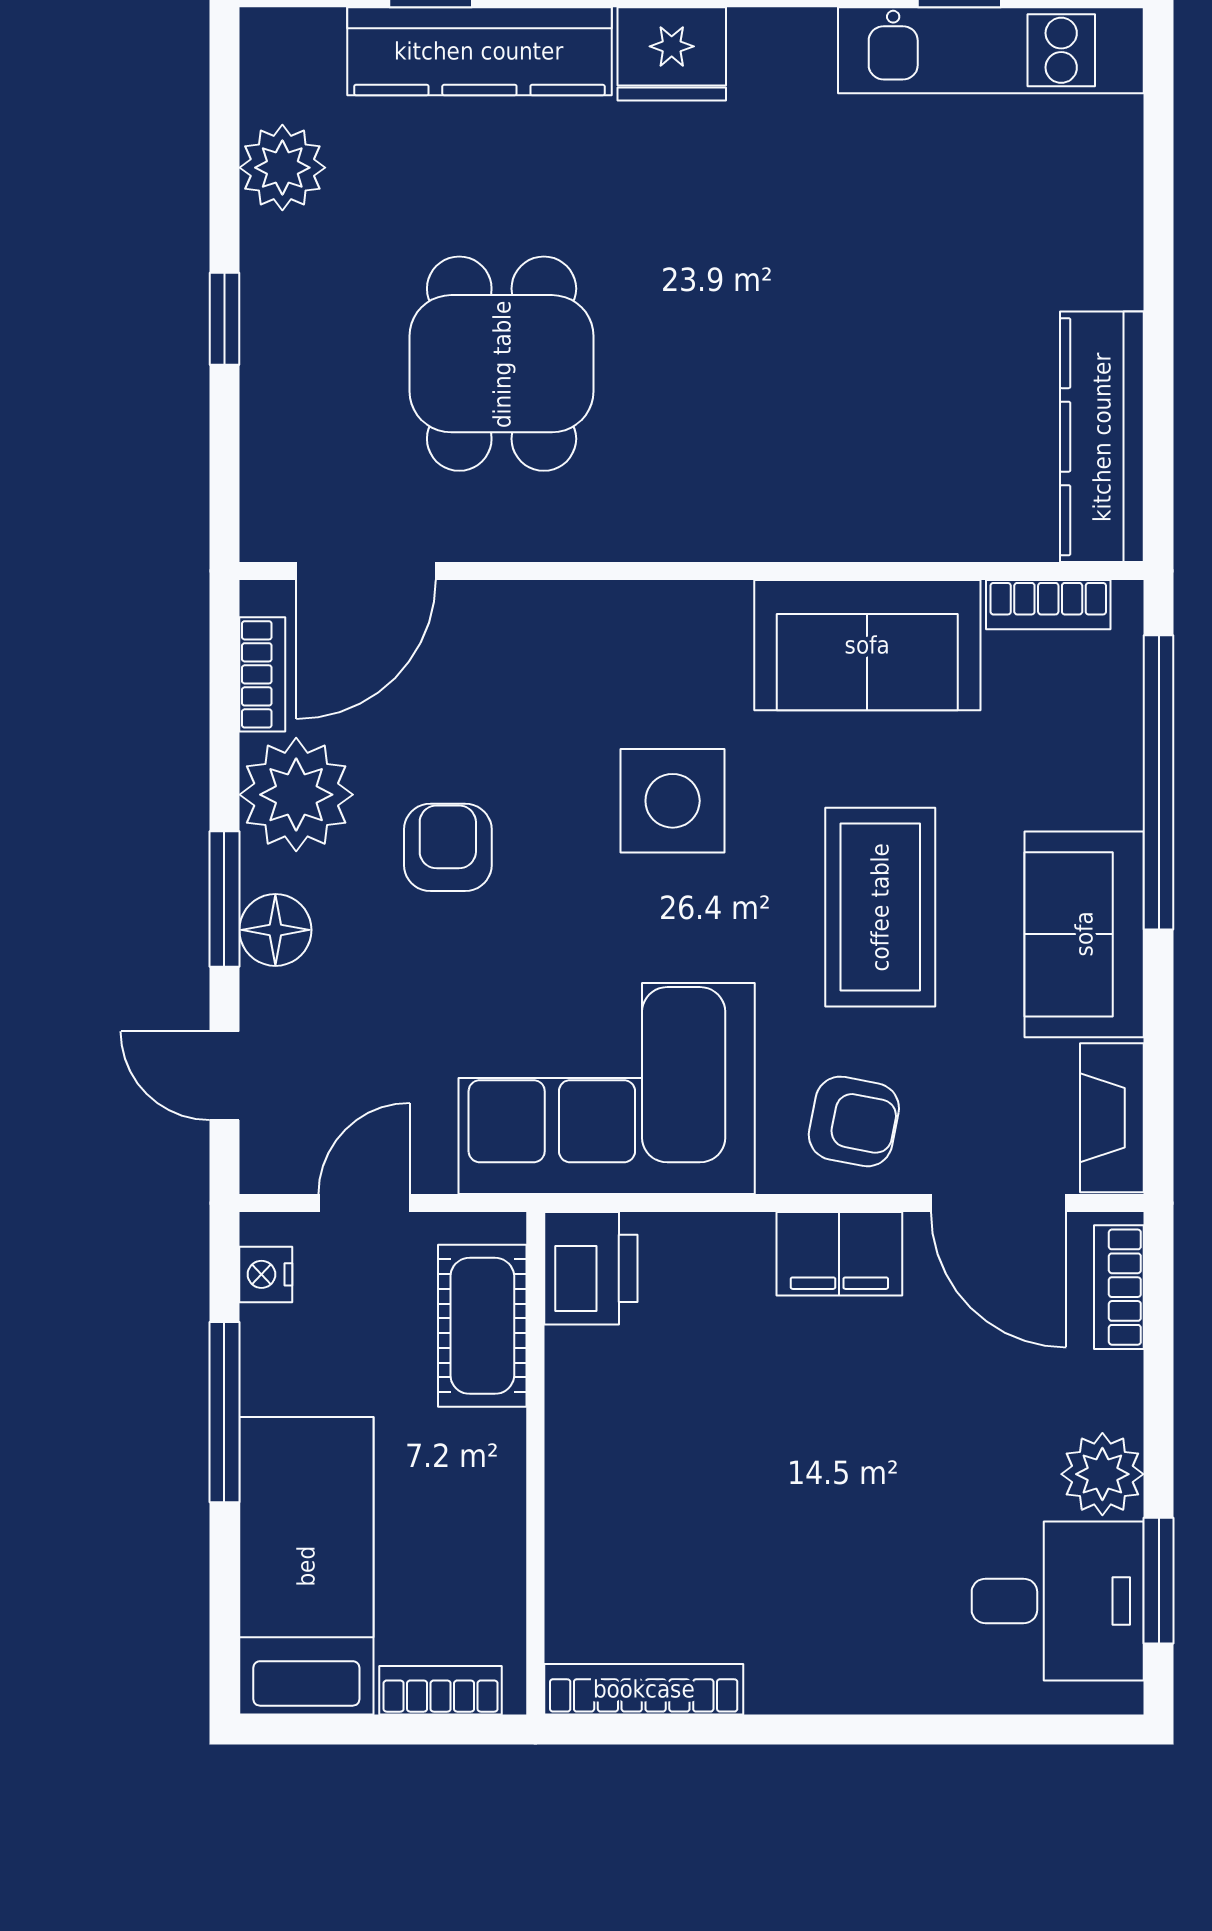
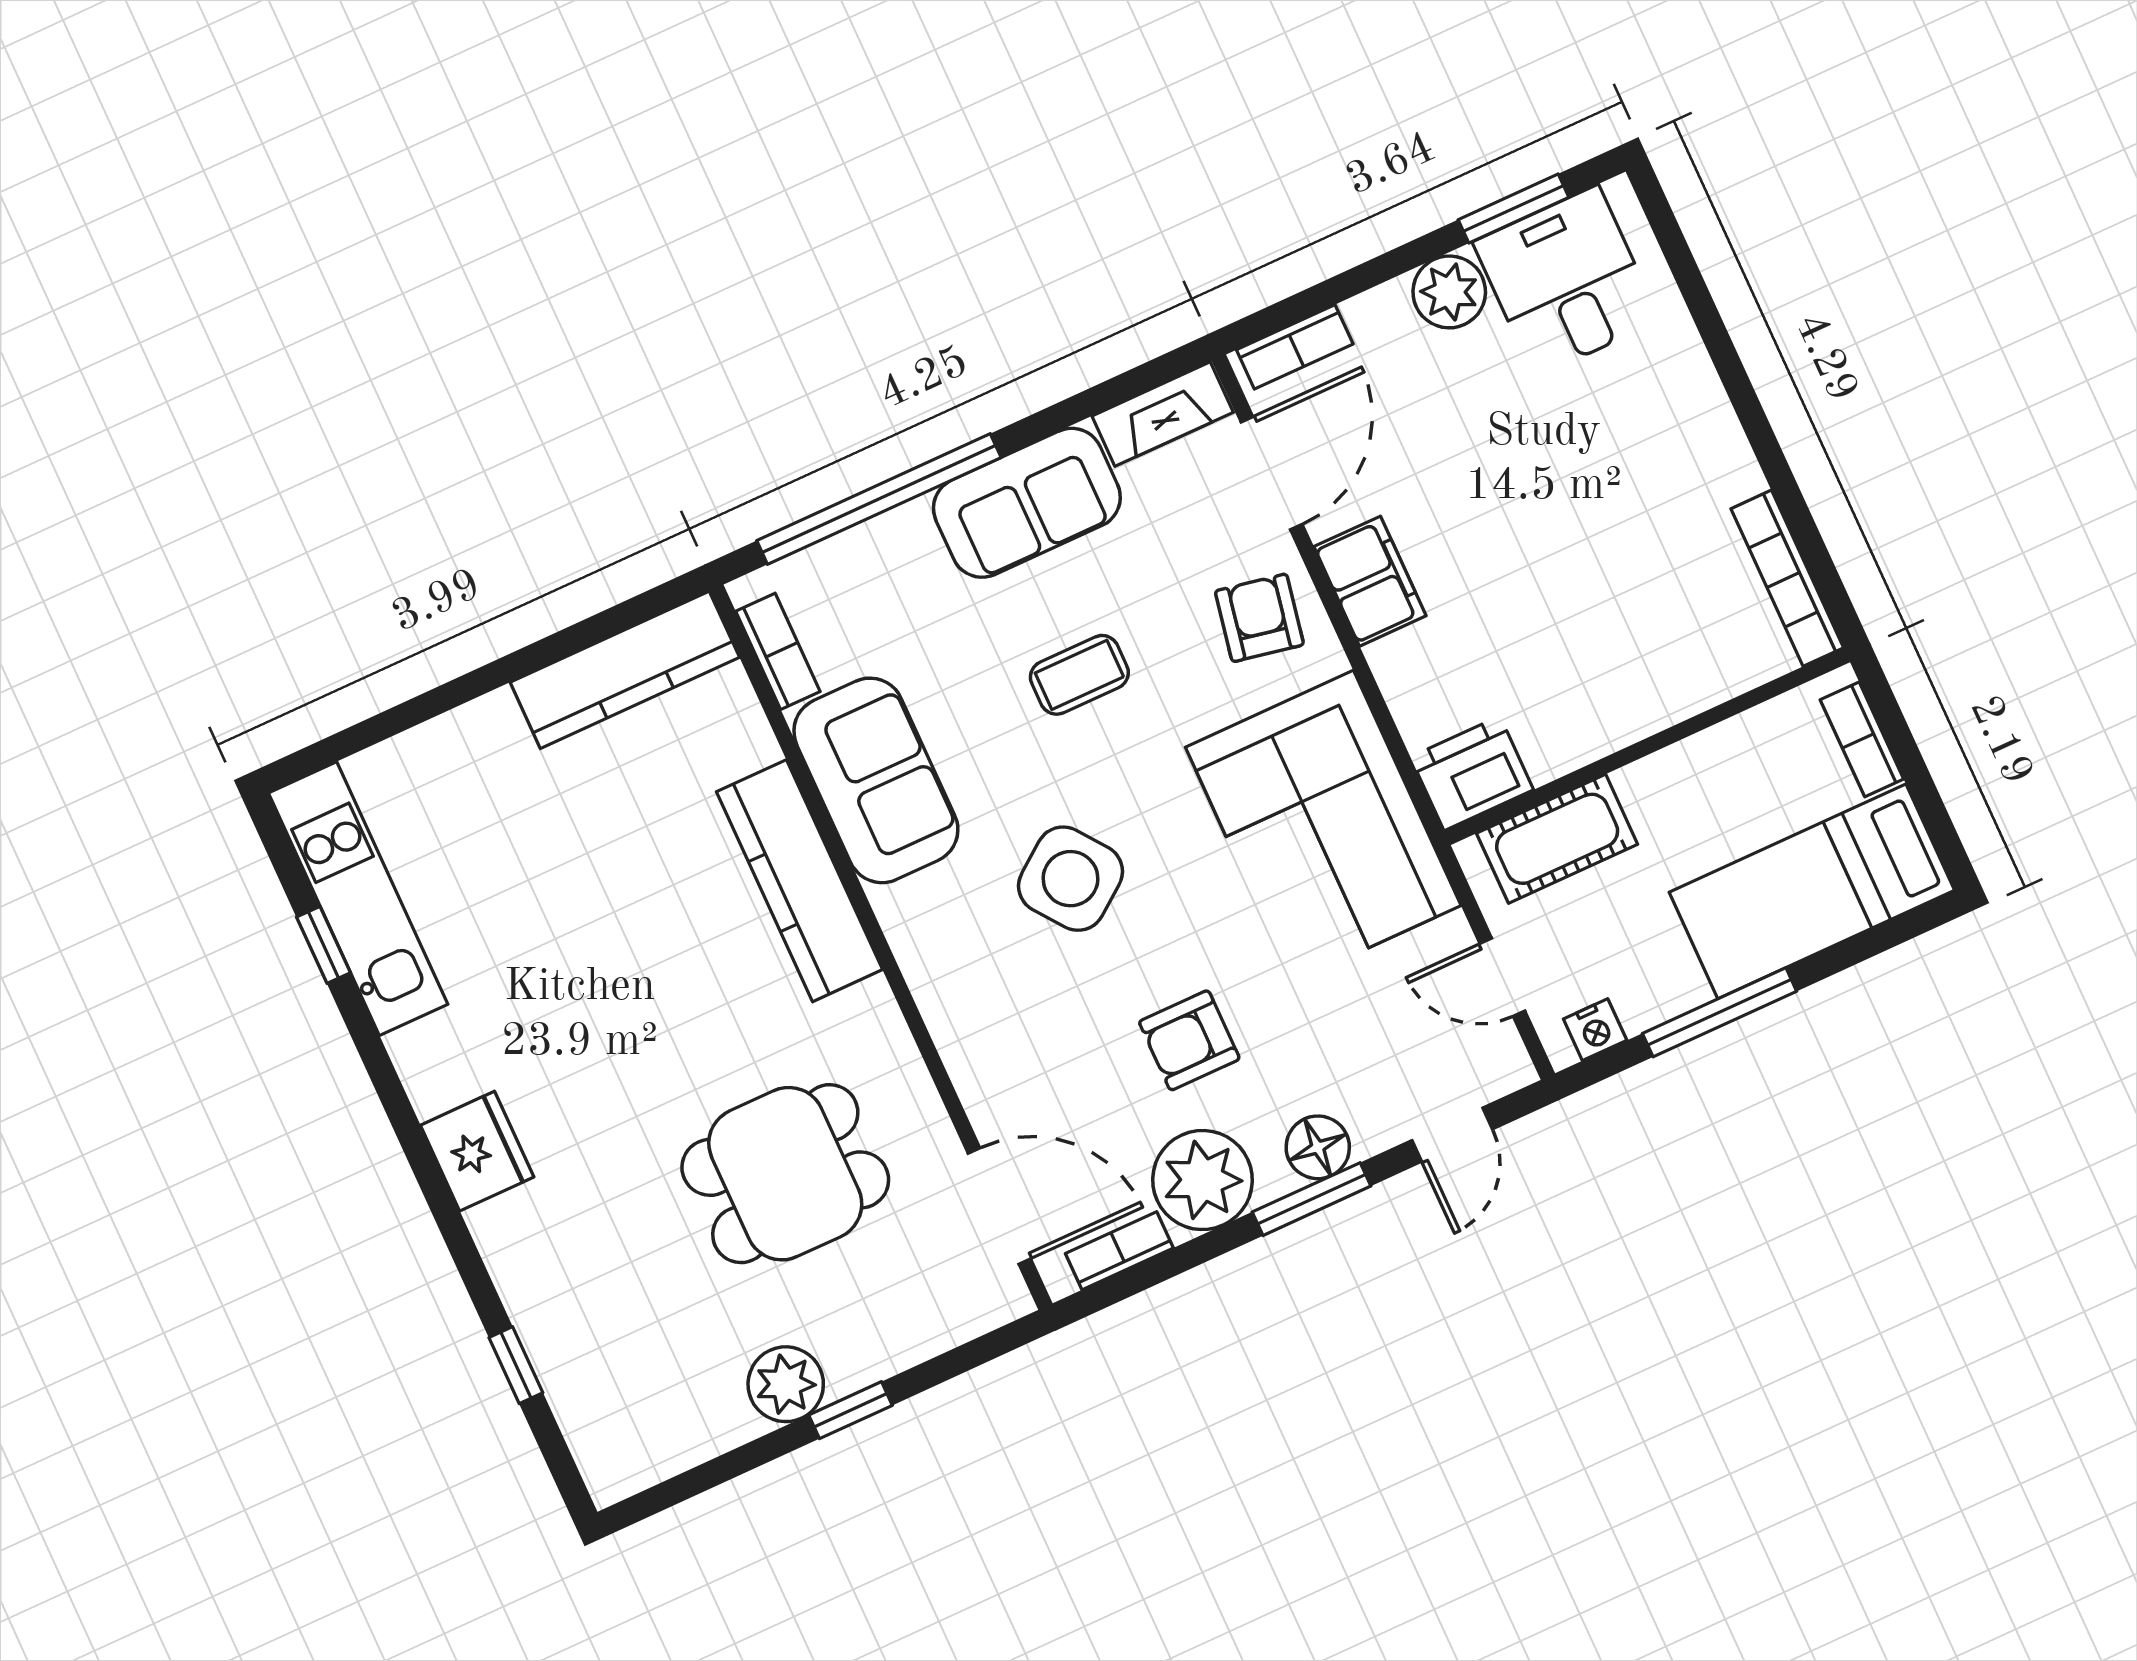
kitchen counter: (479, 51) -> (800, 881), moved, turned 180
plant: (282, 168) -> (786, 1384), moved
side table: (673, 801) -> (1071, 879), turned -37
coffee table: (880, 907) -> (1079, 675), width x0.54, depth x0.58

